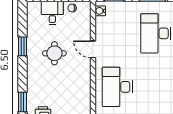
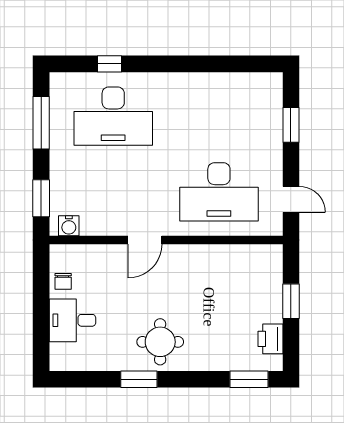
round table: (54, 53) -> (160, 342), moved

